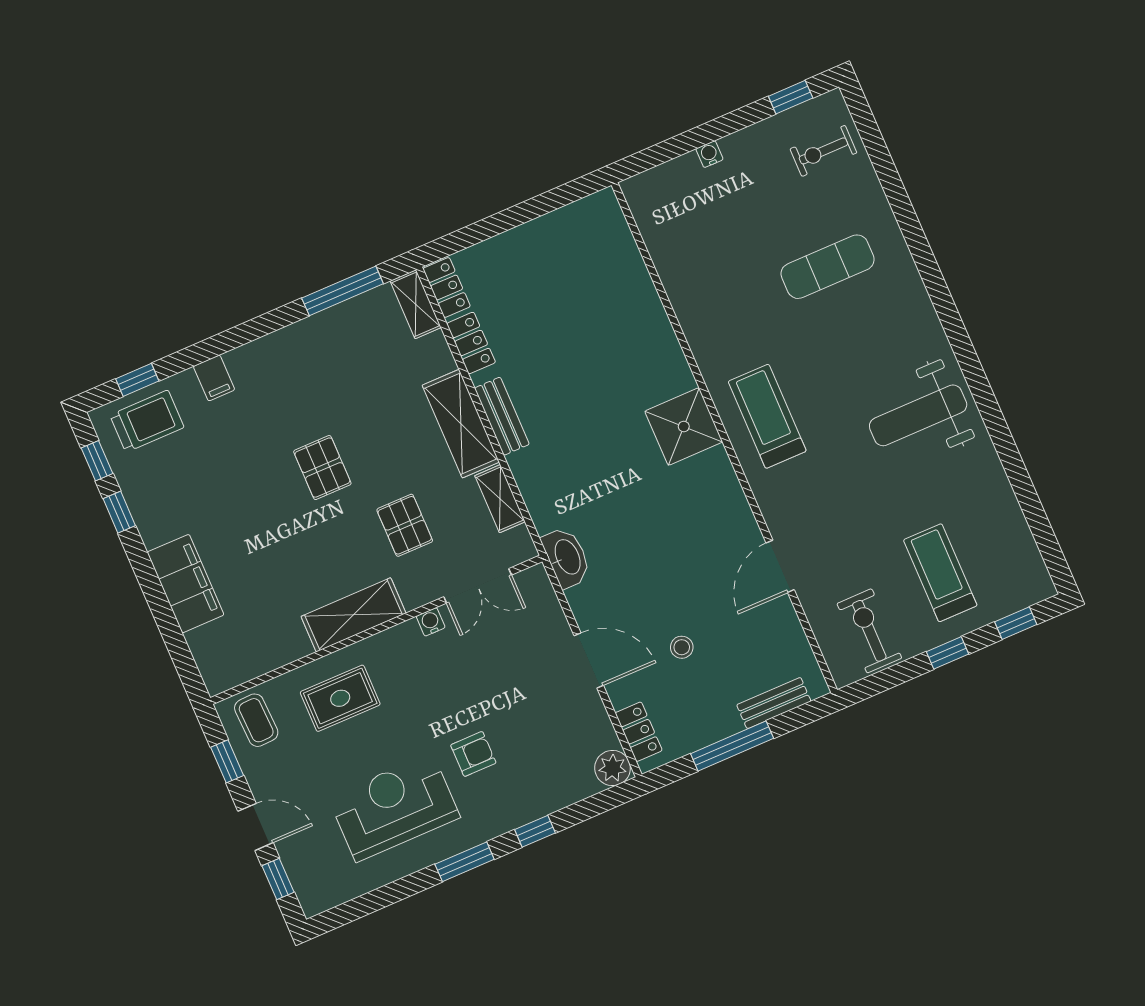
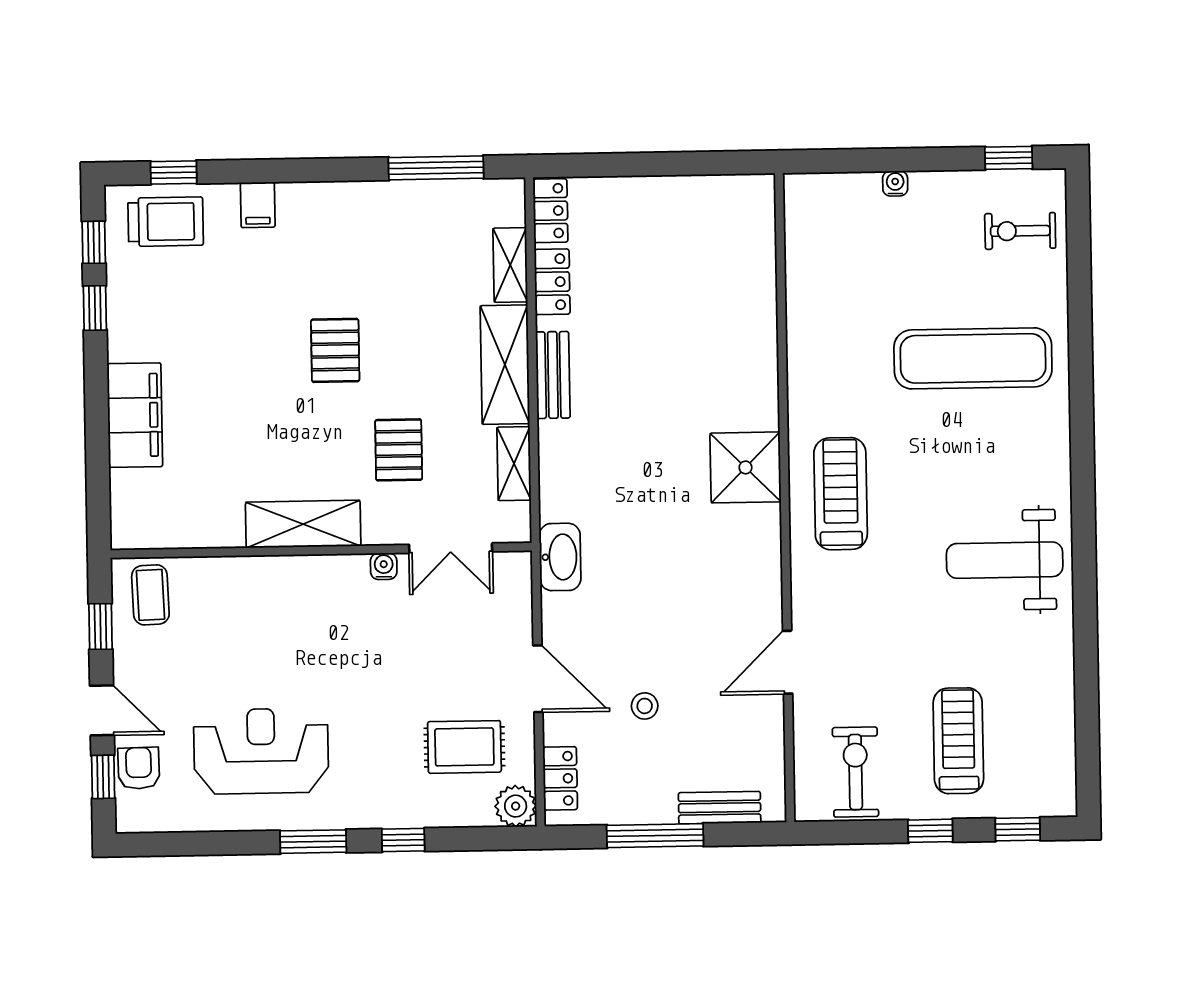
exercise mat: (828, 267) -> (973, 358), width x1.36, depth x1.45
shelving: (416, 304) -> (510, 265), moved
rug: (340, 698) -> (464, 747), moved
armchair: (473, 754) -> (139, 768), moved, turned -91

